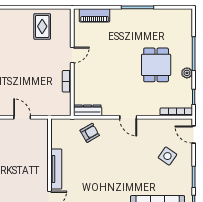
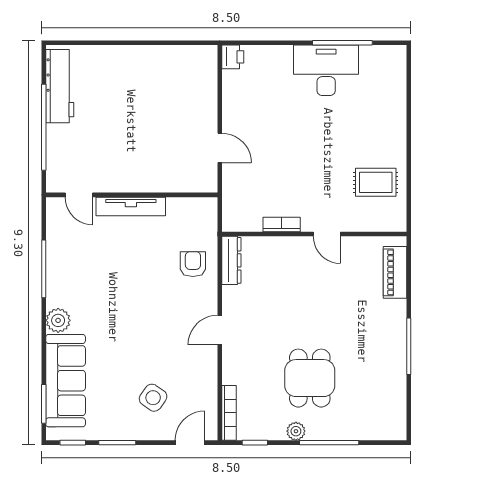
dining table: (156, 65) -> (310, 378), turned 90
door: (22, 117) -> (220, 148), hinge flipped
armchair: (90, 133) -> (193, 264), turned -150

